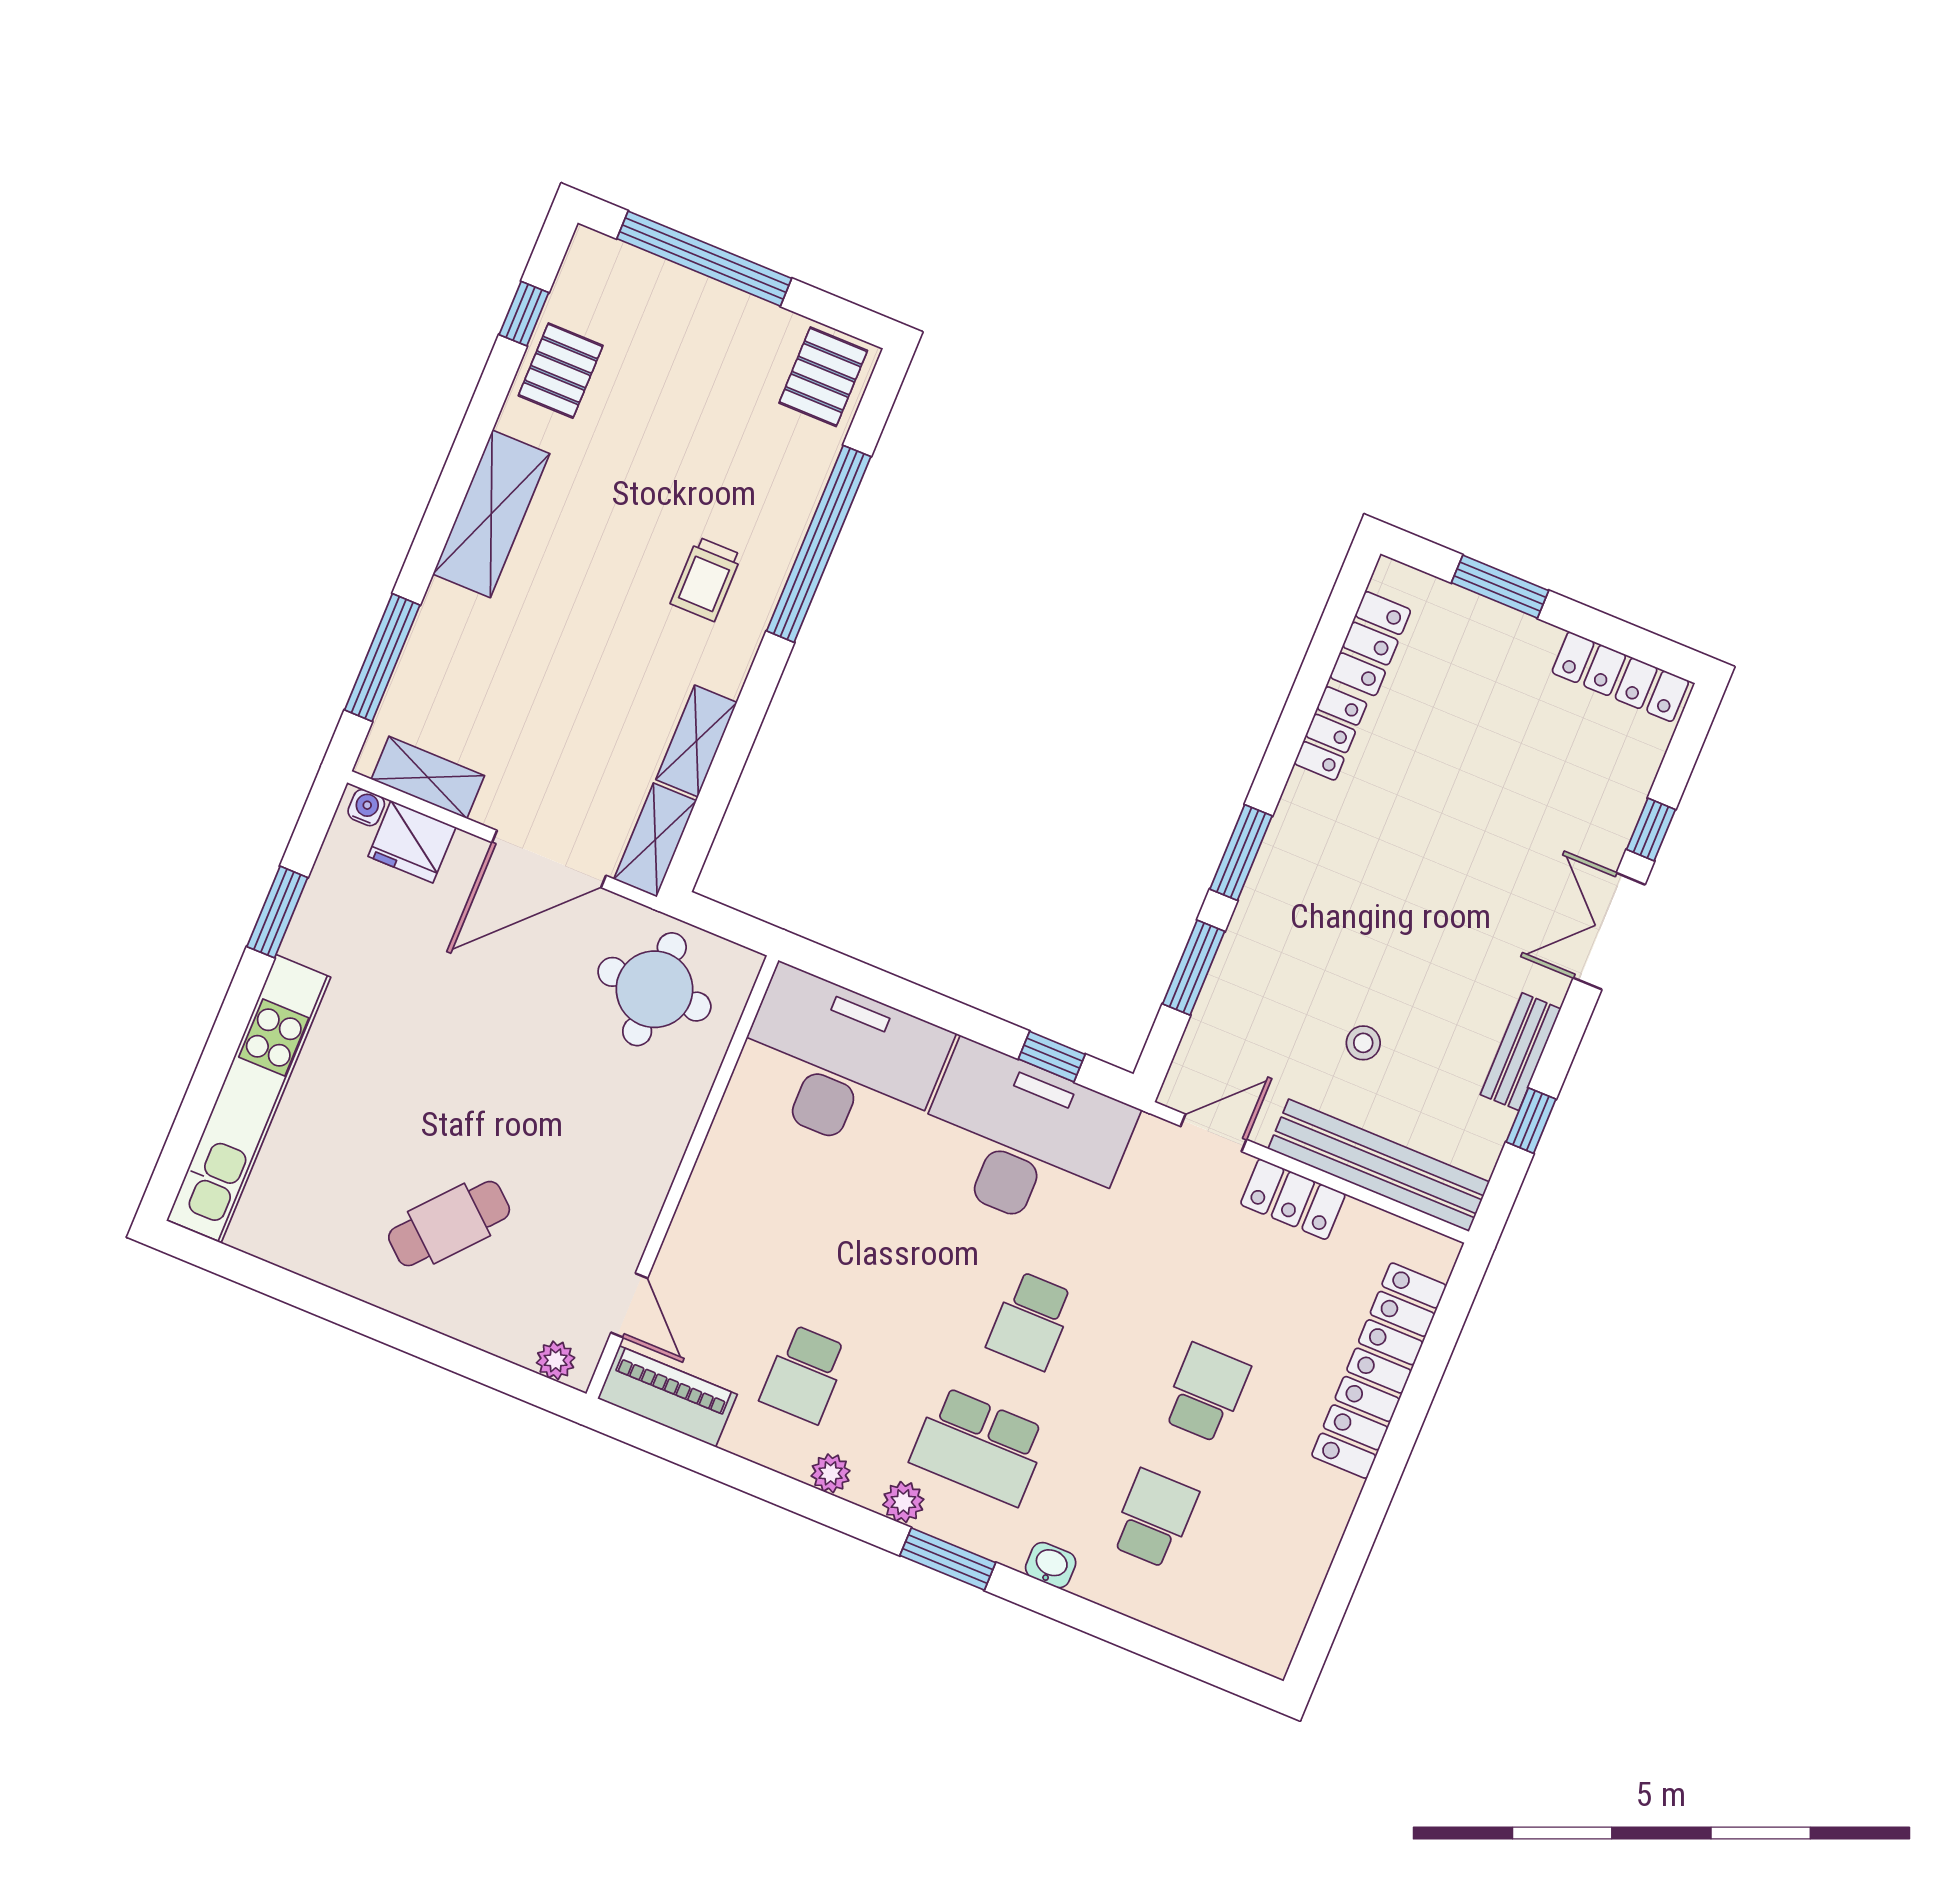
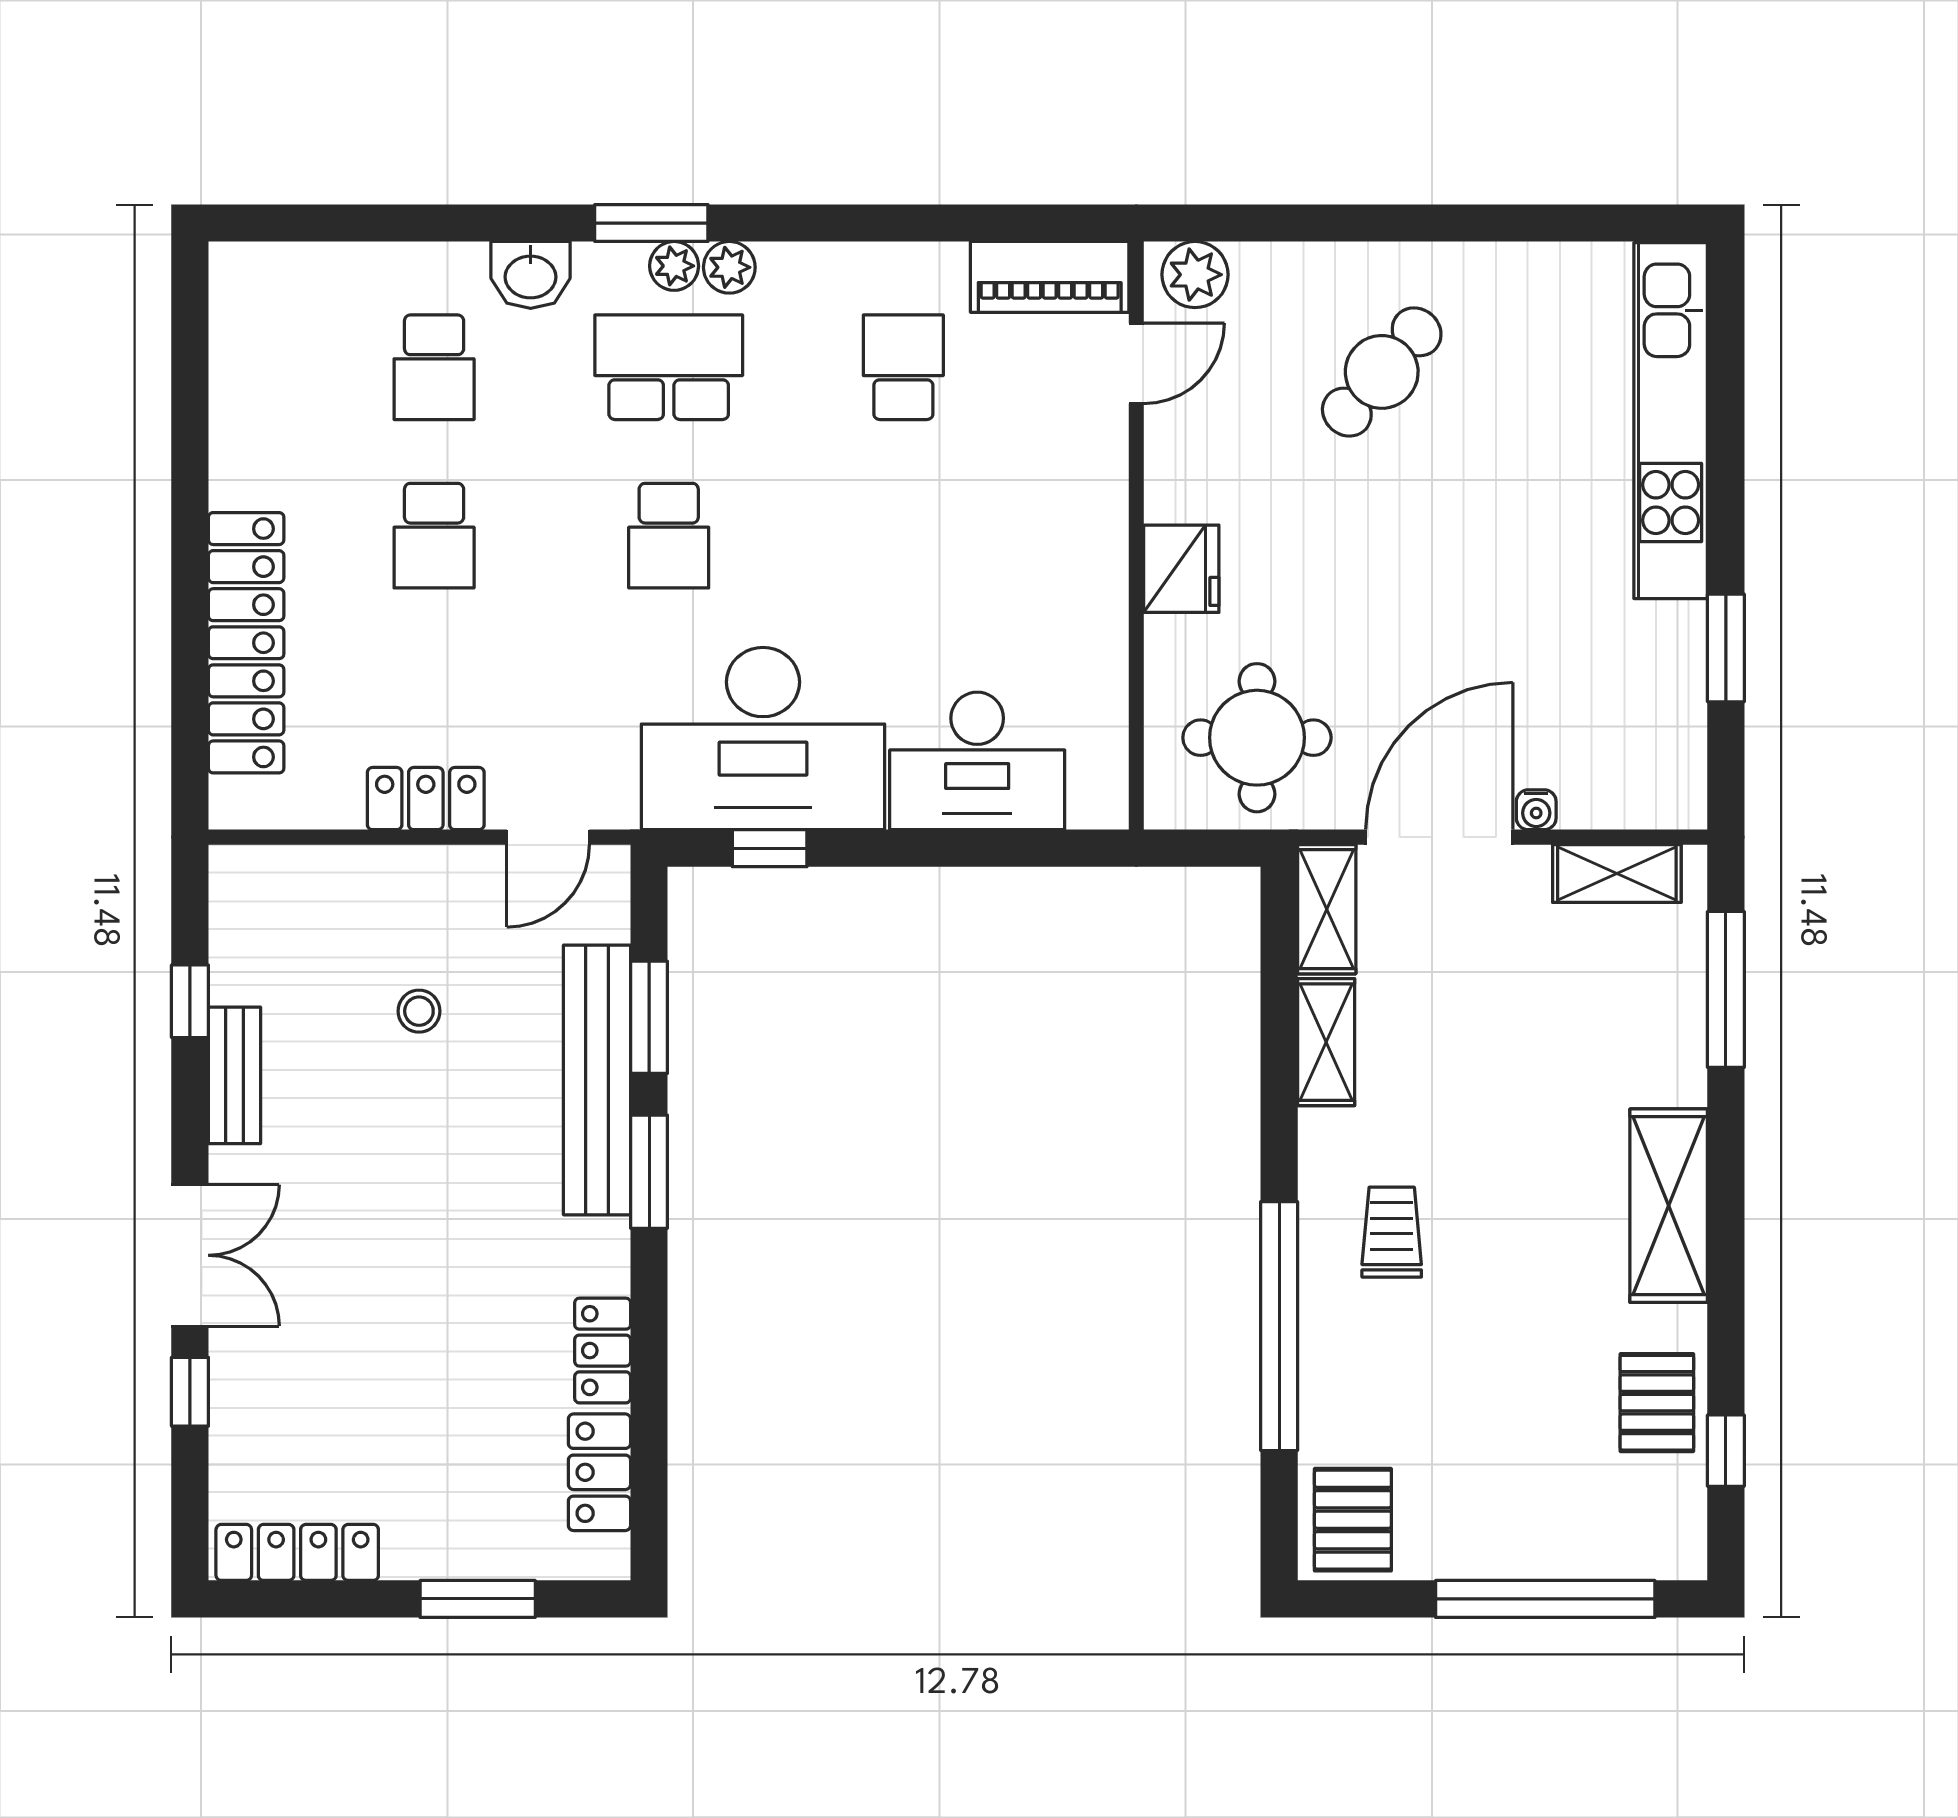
water cooler: (366, 808) -> (1536, 810), moved
fridge: (412, 842) -> (1181, 569), moved, turned 90
desk: (840, 1063) -> (977, 761), width x0.73, depth x0.77
bench: (1379, 1165) -> (597, 1080), moved, turned 90
door: (629, 1305) -> (1136, 363), swing flipped
school desk: (1031, 1321) -> (669, 536), turned 180
plant: (556, 1360) -> (1195, 275), width x1.38, depth x1.38
plant: (831, 1473) -> (674, 266), moved
washbasin: (1051, 1565) -> (531, 275), width x1.38, depth x1.45

